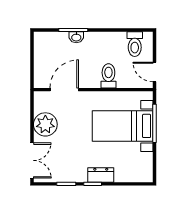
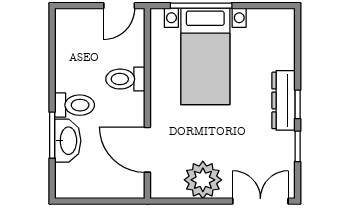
washbasin: (76, 37) -> (68, 141), width x1.91, depth x1.45
toilet: (135, 44) -> (75, 105), moved
dresser: (101, 175) -> (284, 100), width x1.44

